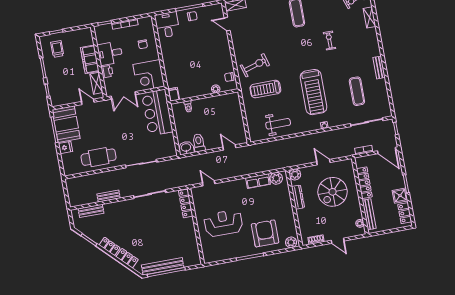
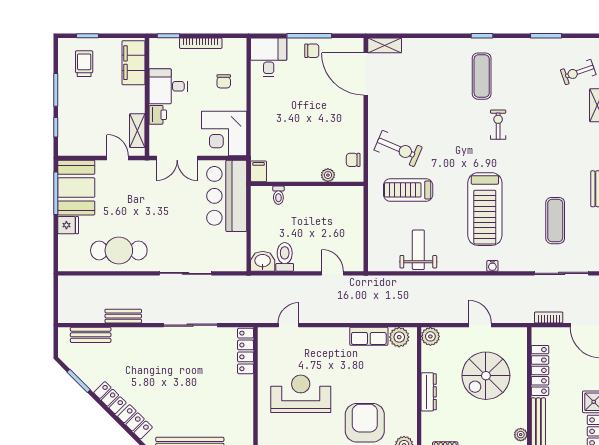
door: (227, 24) -> (366, 74), width x1.88
exercise bike: (329, 40) -> (498, 125), moved
filing cabinet: (90, 59) -> (133, 63), moved
exercise bike: (255, 65) -> (398, 148), turned 40
weight bench: (278, 124) -> (418, 250), turned -90
door: (209, 183) -> (289, 325), hinge flipped
dresser: (298, 197) -> (429, 392), moved

